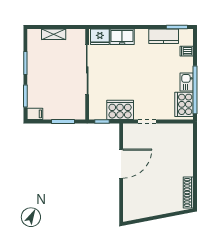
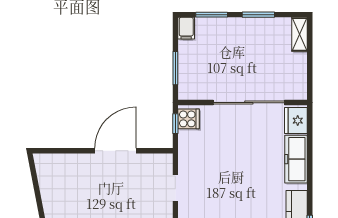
shelving: (54, 34) -> (300, 34), moved
freezer: (122, 37) -> (296, 159), width x1.40
cooker: (120, 110) -> (189, 119), moved, width x0.53, depth x0.76
door: (121, 164) -> (116, 151), swing flipped

